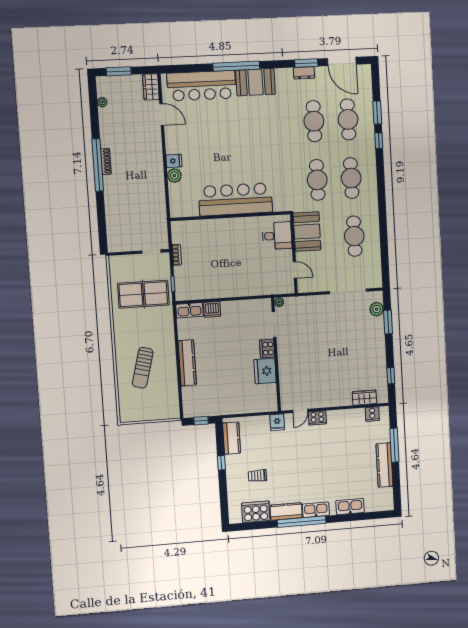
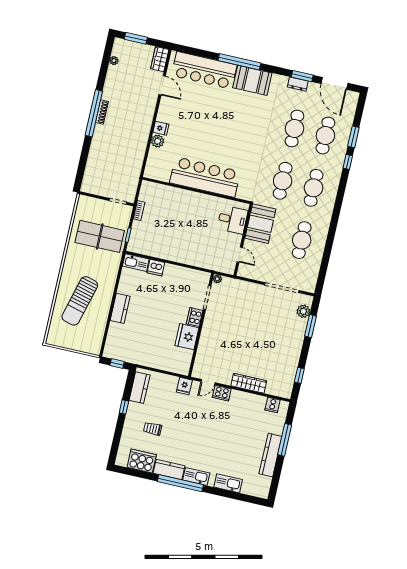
kitchen counter: (187, 363) -> (120, 308), width x0.67
sun lounger: (143, 368) -> (80, 301), width x1.36, depth x1.34
wardrobe: (364, 398) -> (249, 383), moved, width x1.50

